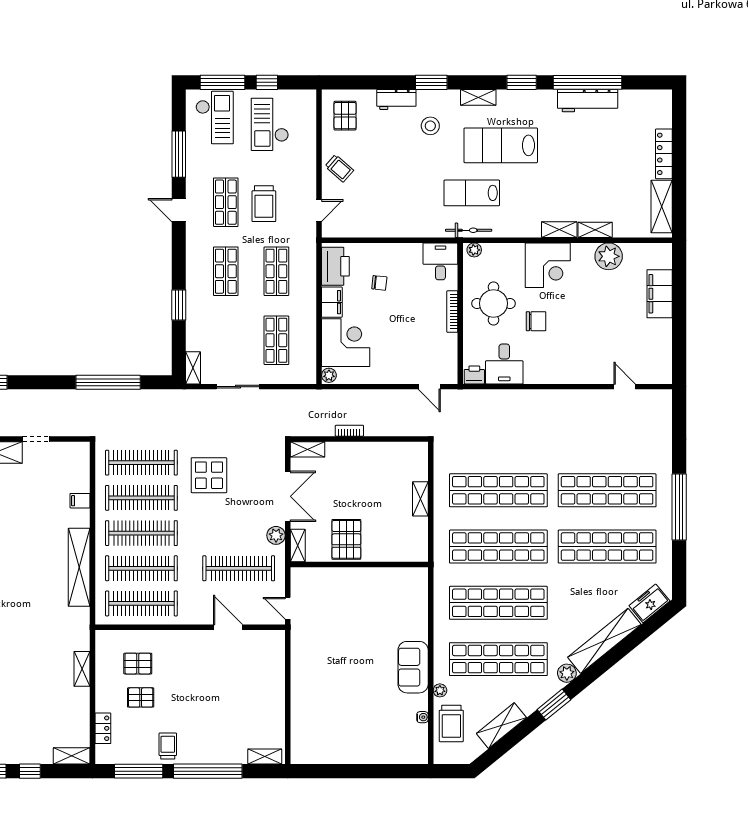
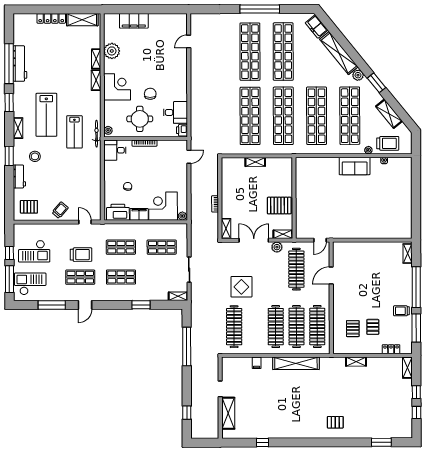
clothes rail: (141, 498) -> (255, 327), removed

